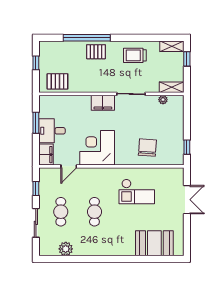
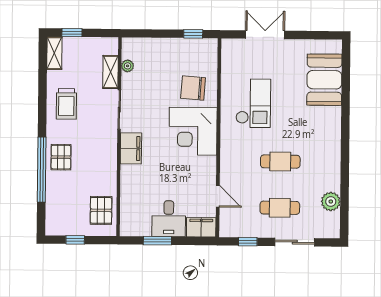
shelving: (172, 87) -> (110, 72), moved
corner desk: (97, 148) -> (193, 131), moved

